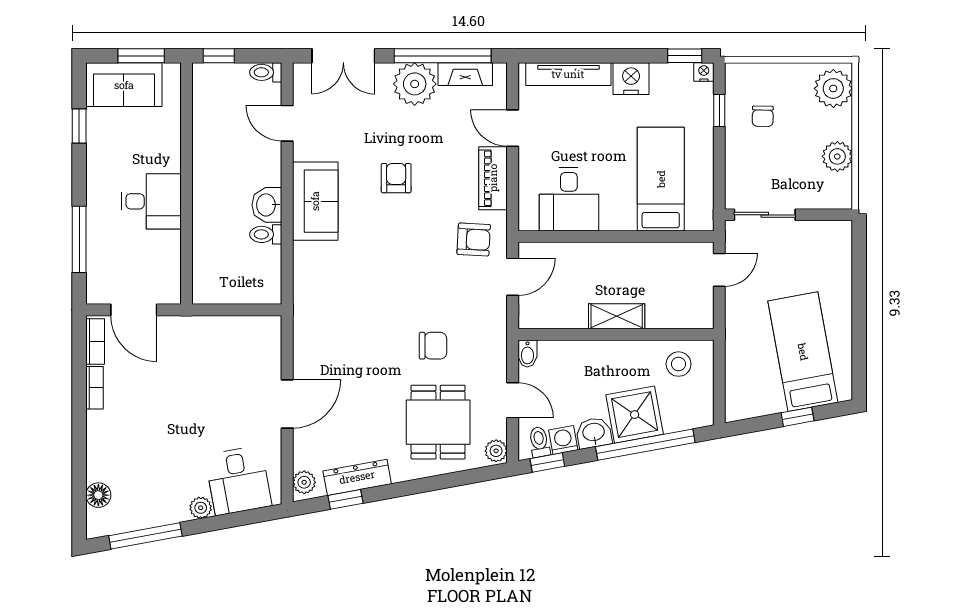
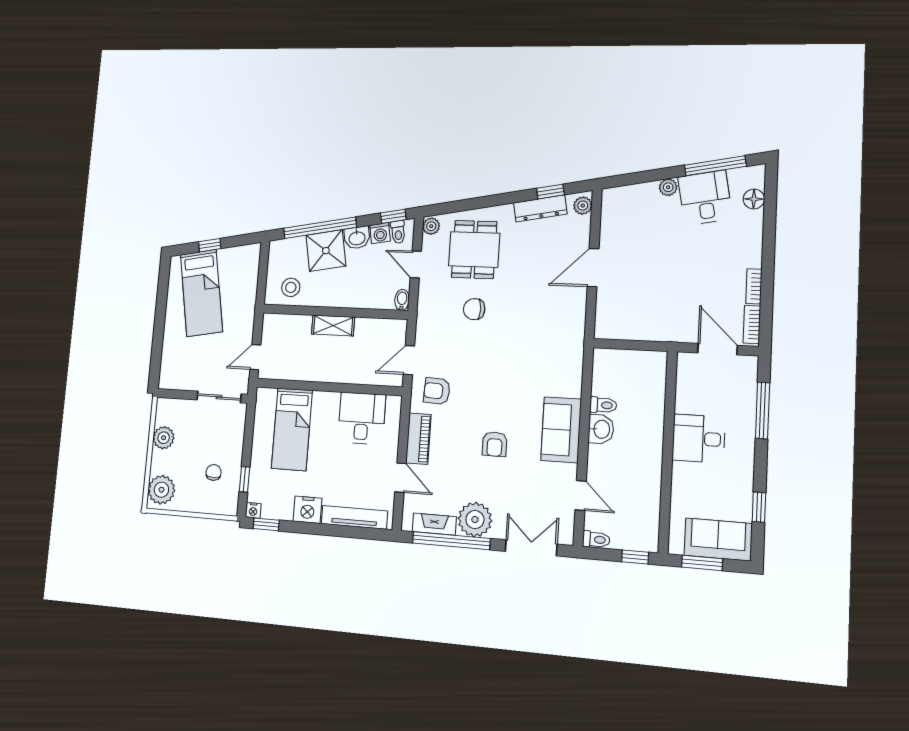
desk: (238, 481) -> (705, 198), moved

